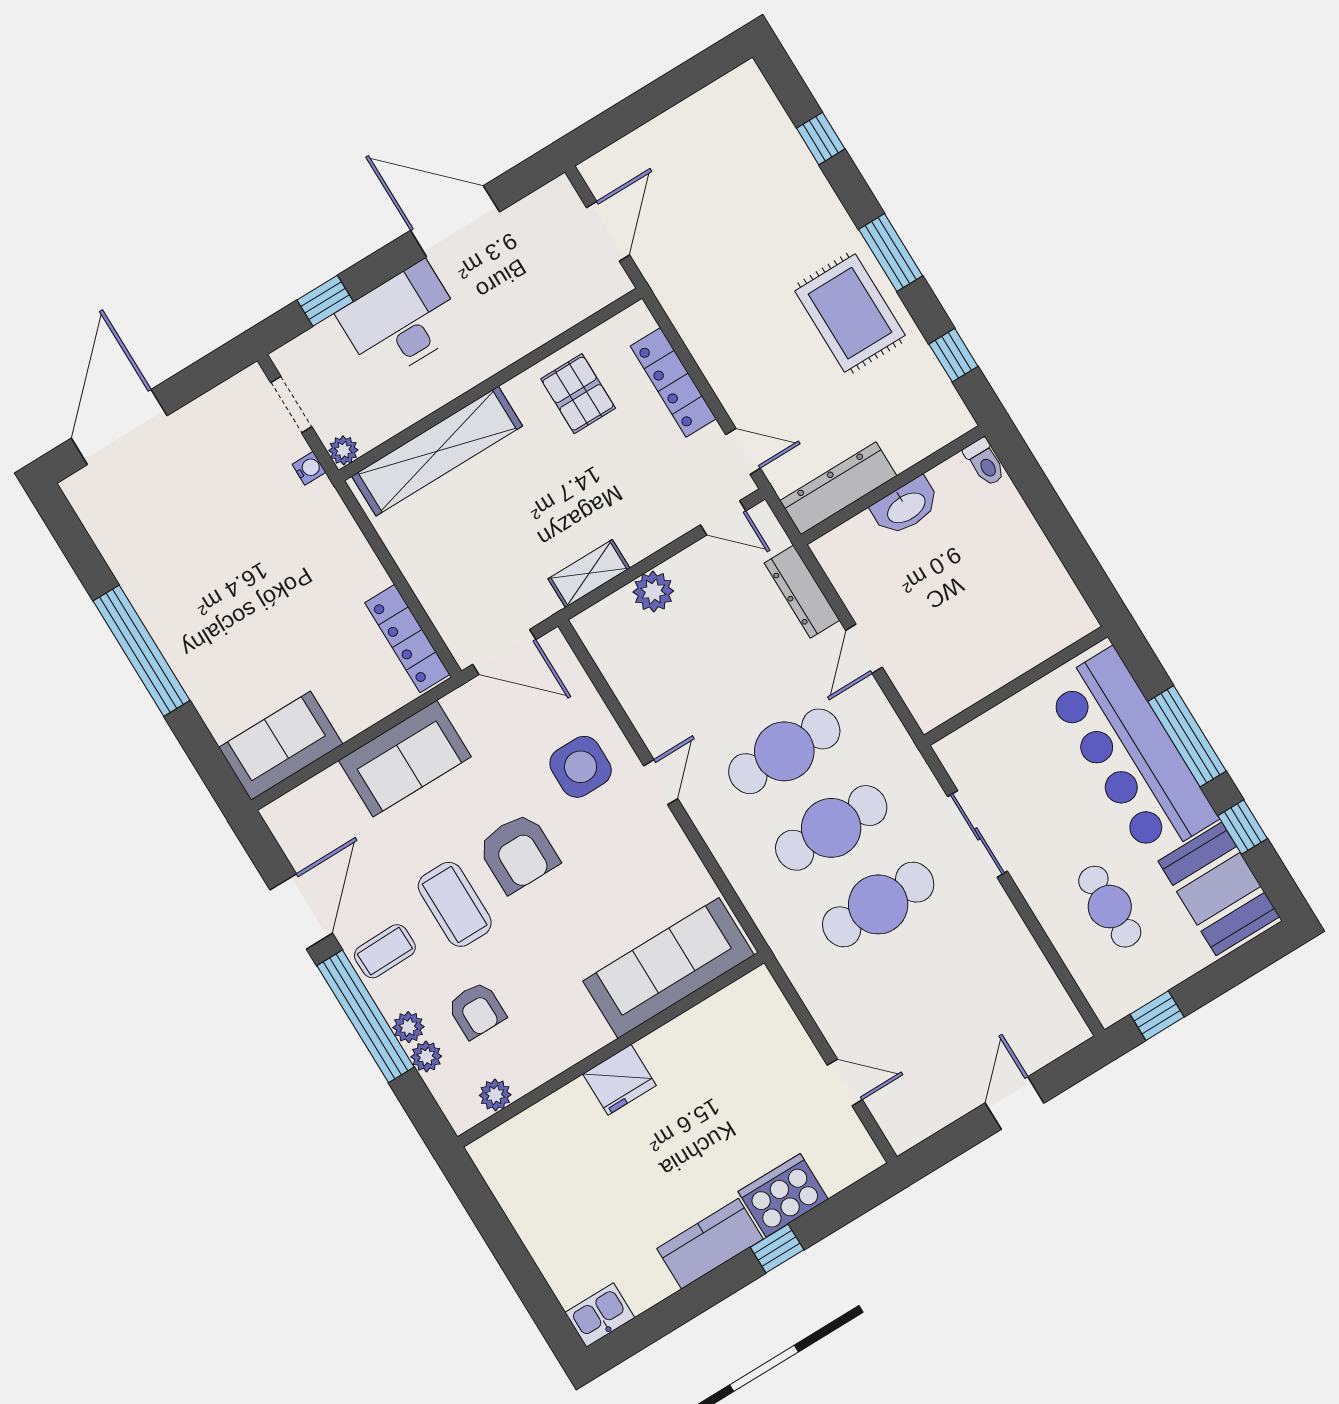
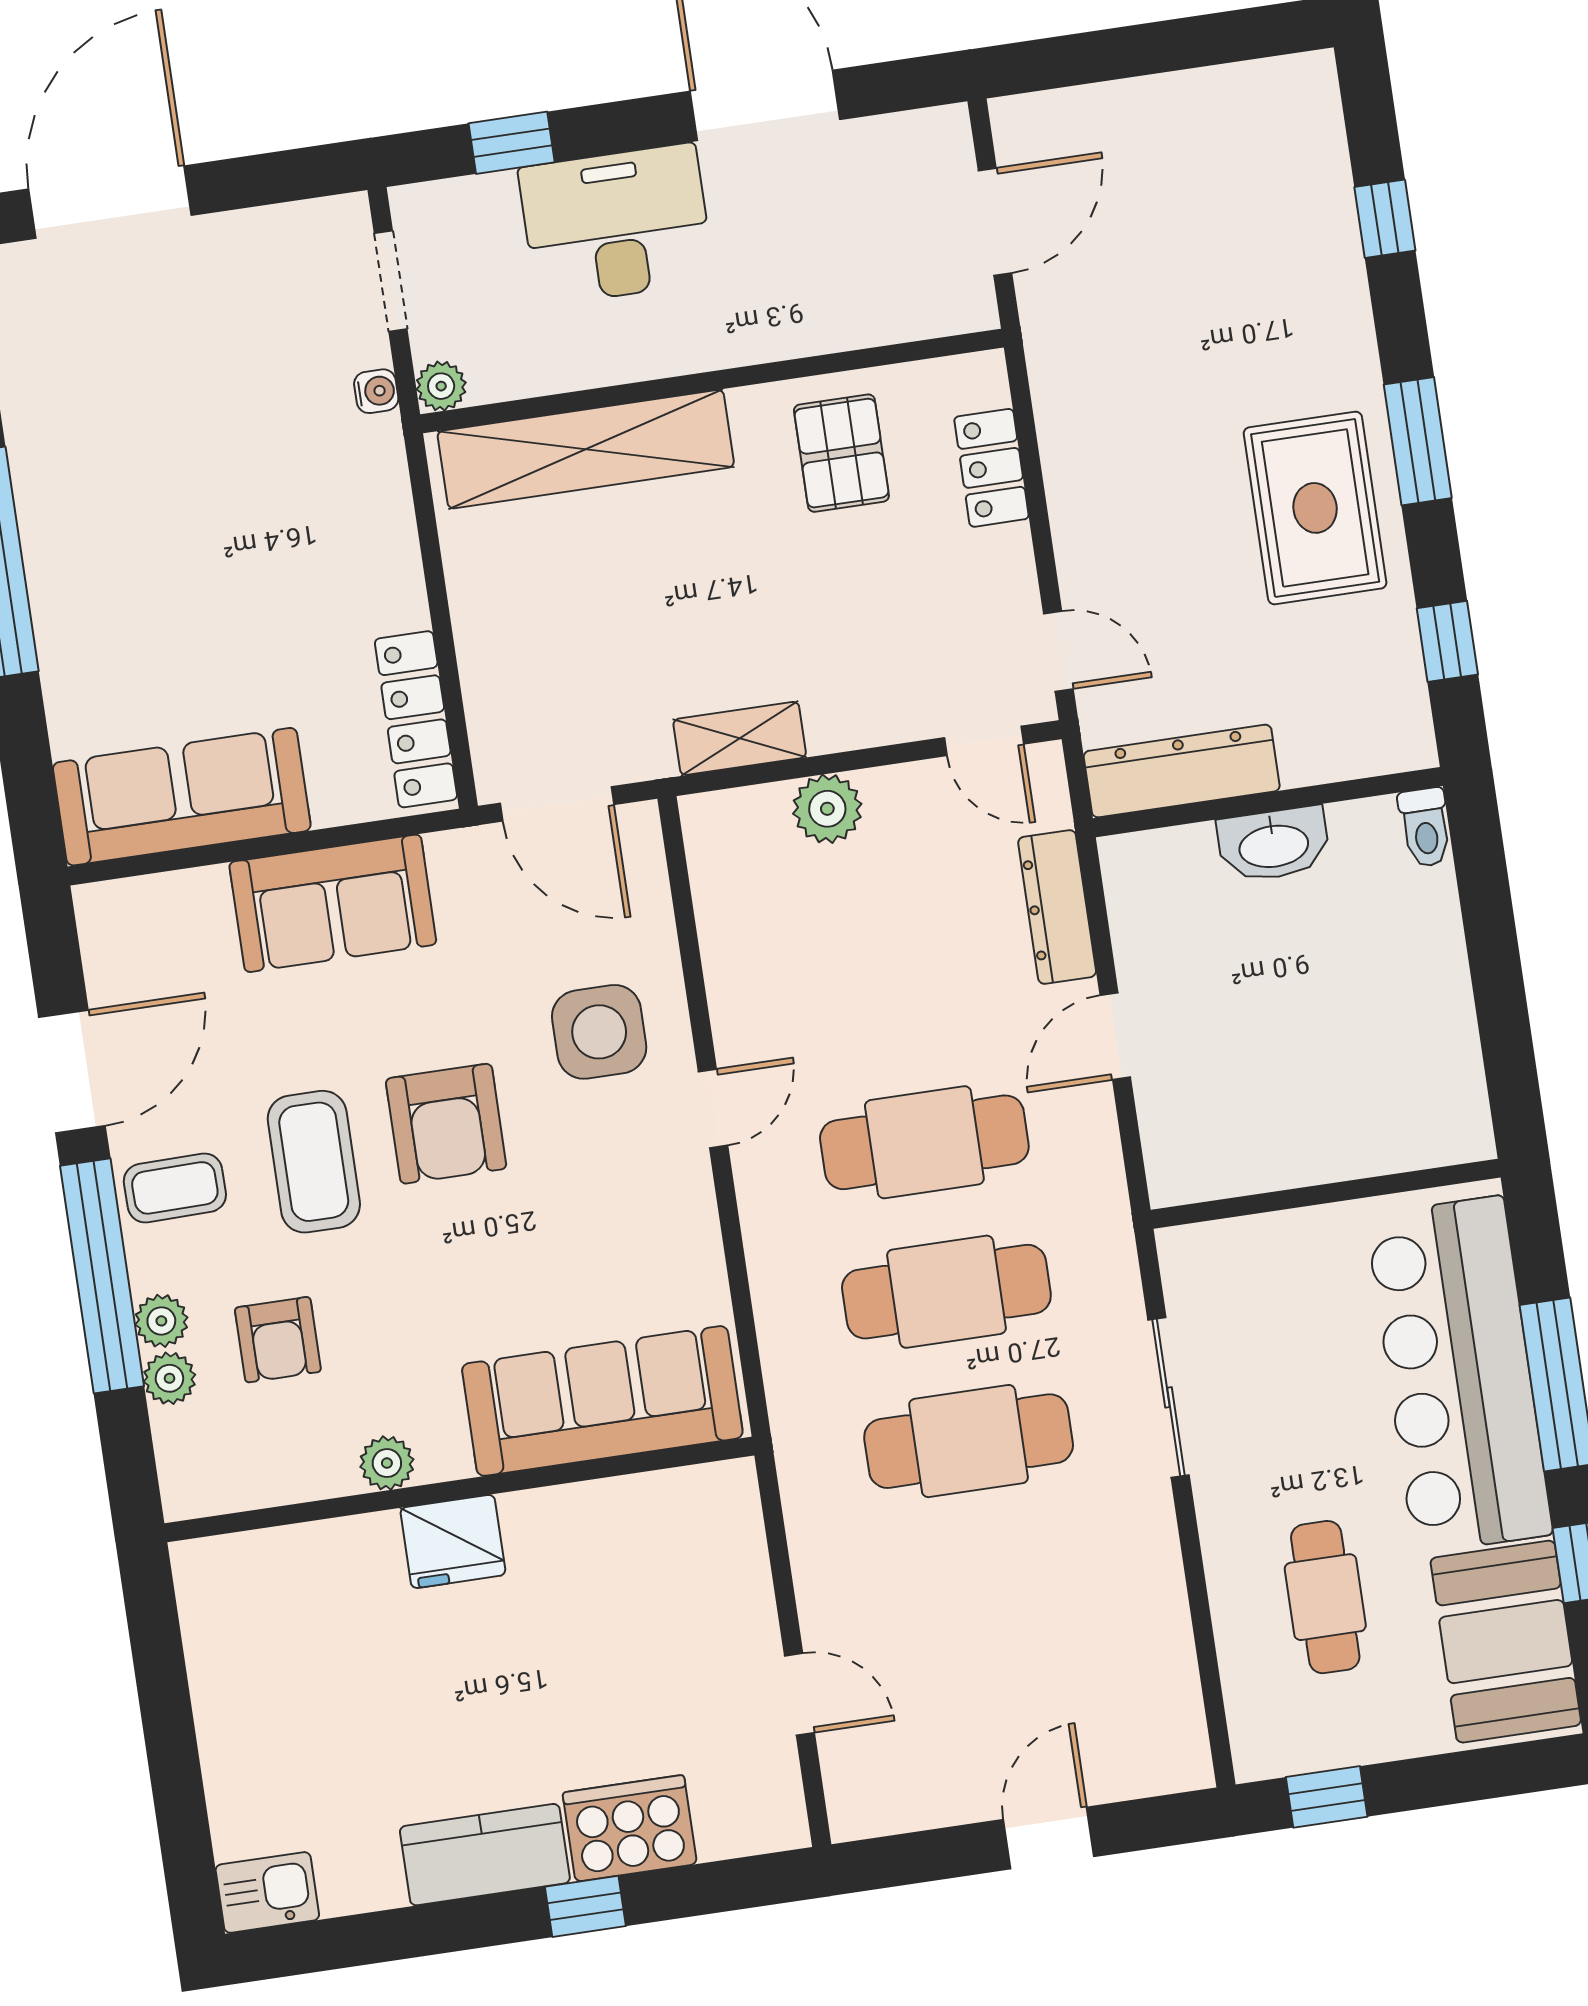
locker: (673, 382) -> (991, 468), width x0.66
sofa: (281, 746) -> (182, 797), width x1.36
plant: (495, 1095) -> (387, 1463), moved

